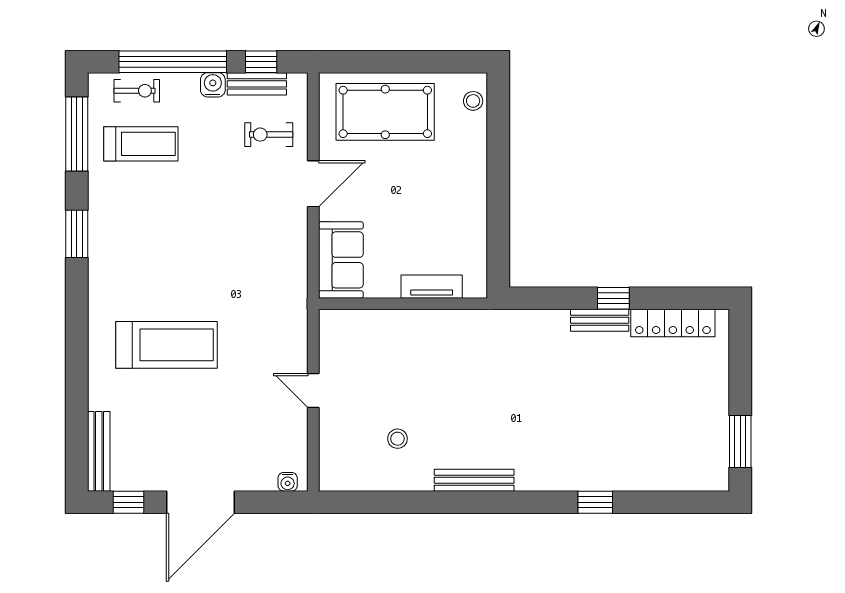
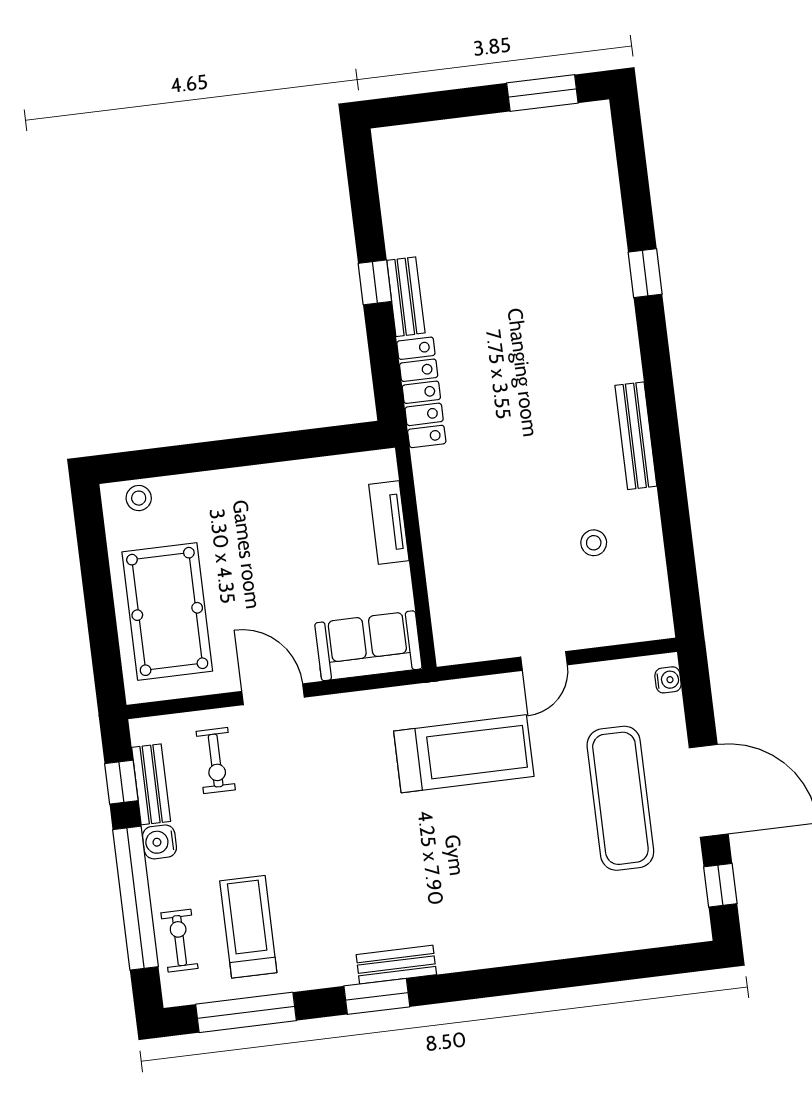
locker: (673, 323) -> (421, 392), moved
treadmill: (167, 345) -> (464, 754), moved, turned 90
exercise mat: (203, 435) -> (620, 798), added
bench: (99, 451) -> (396, 965), moved, width x0.73

